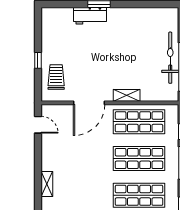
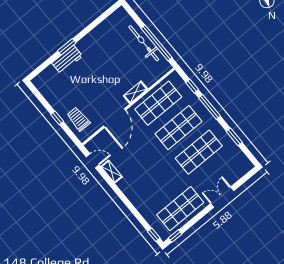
shelving: (47, 184) -> (112, 172), moved

